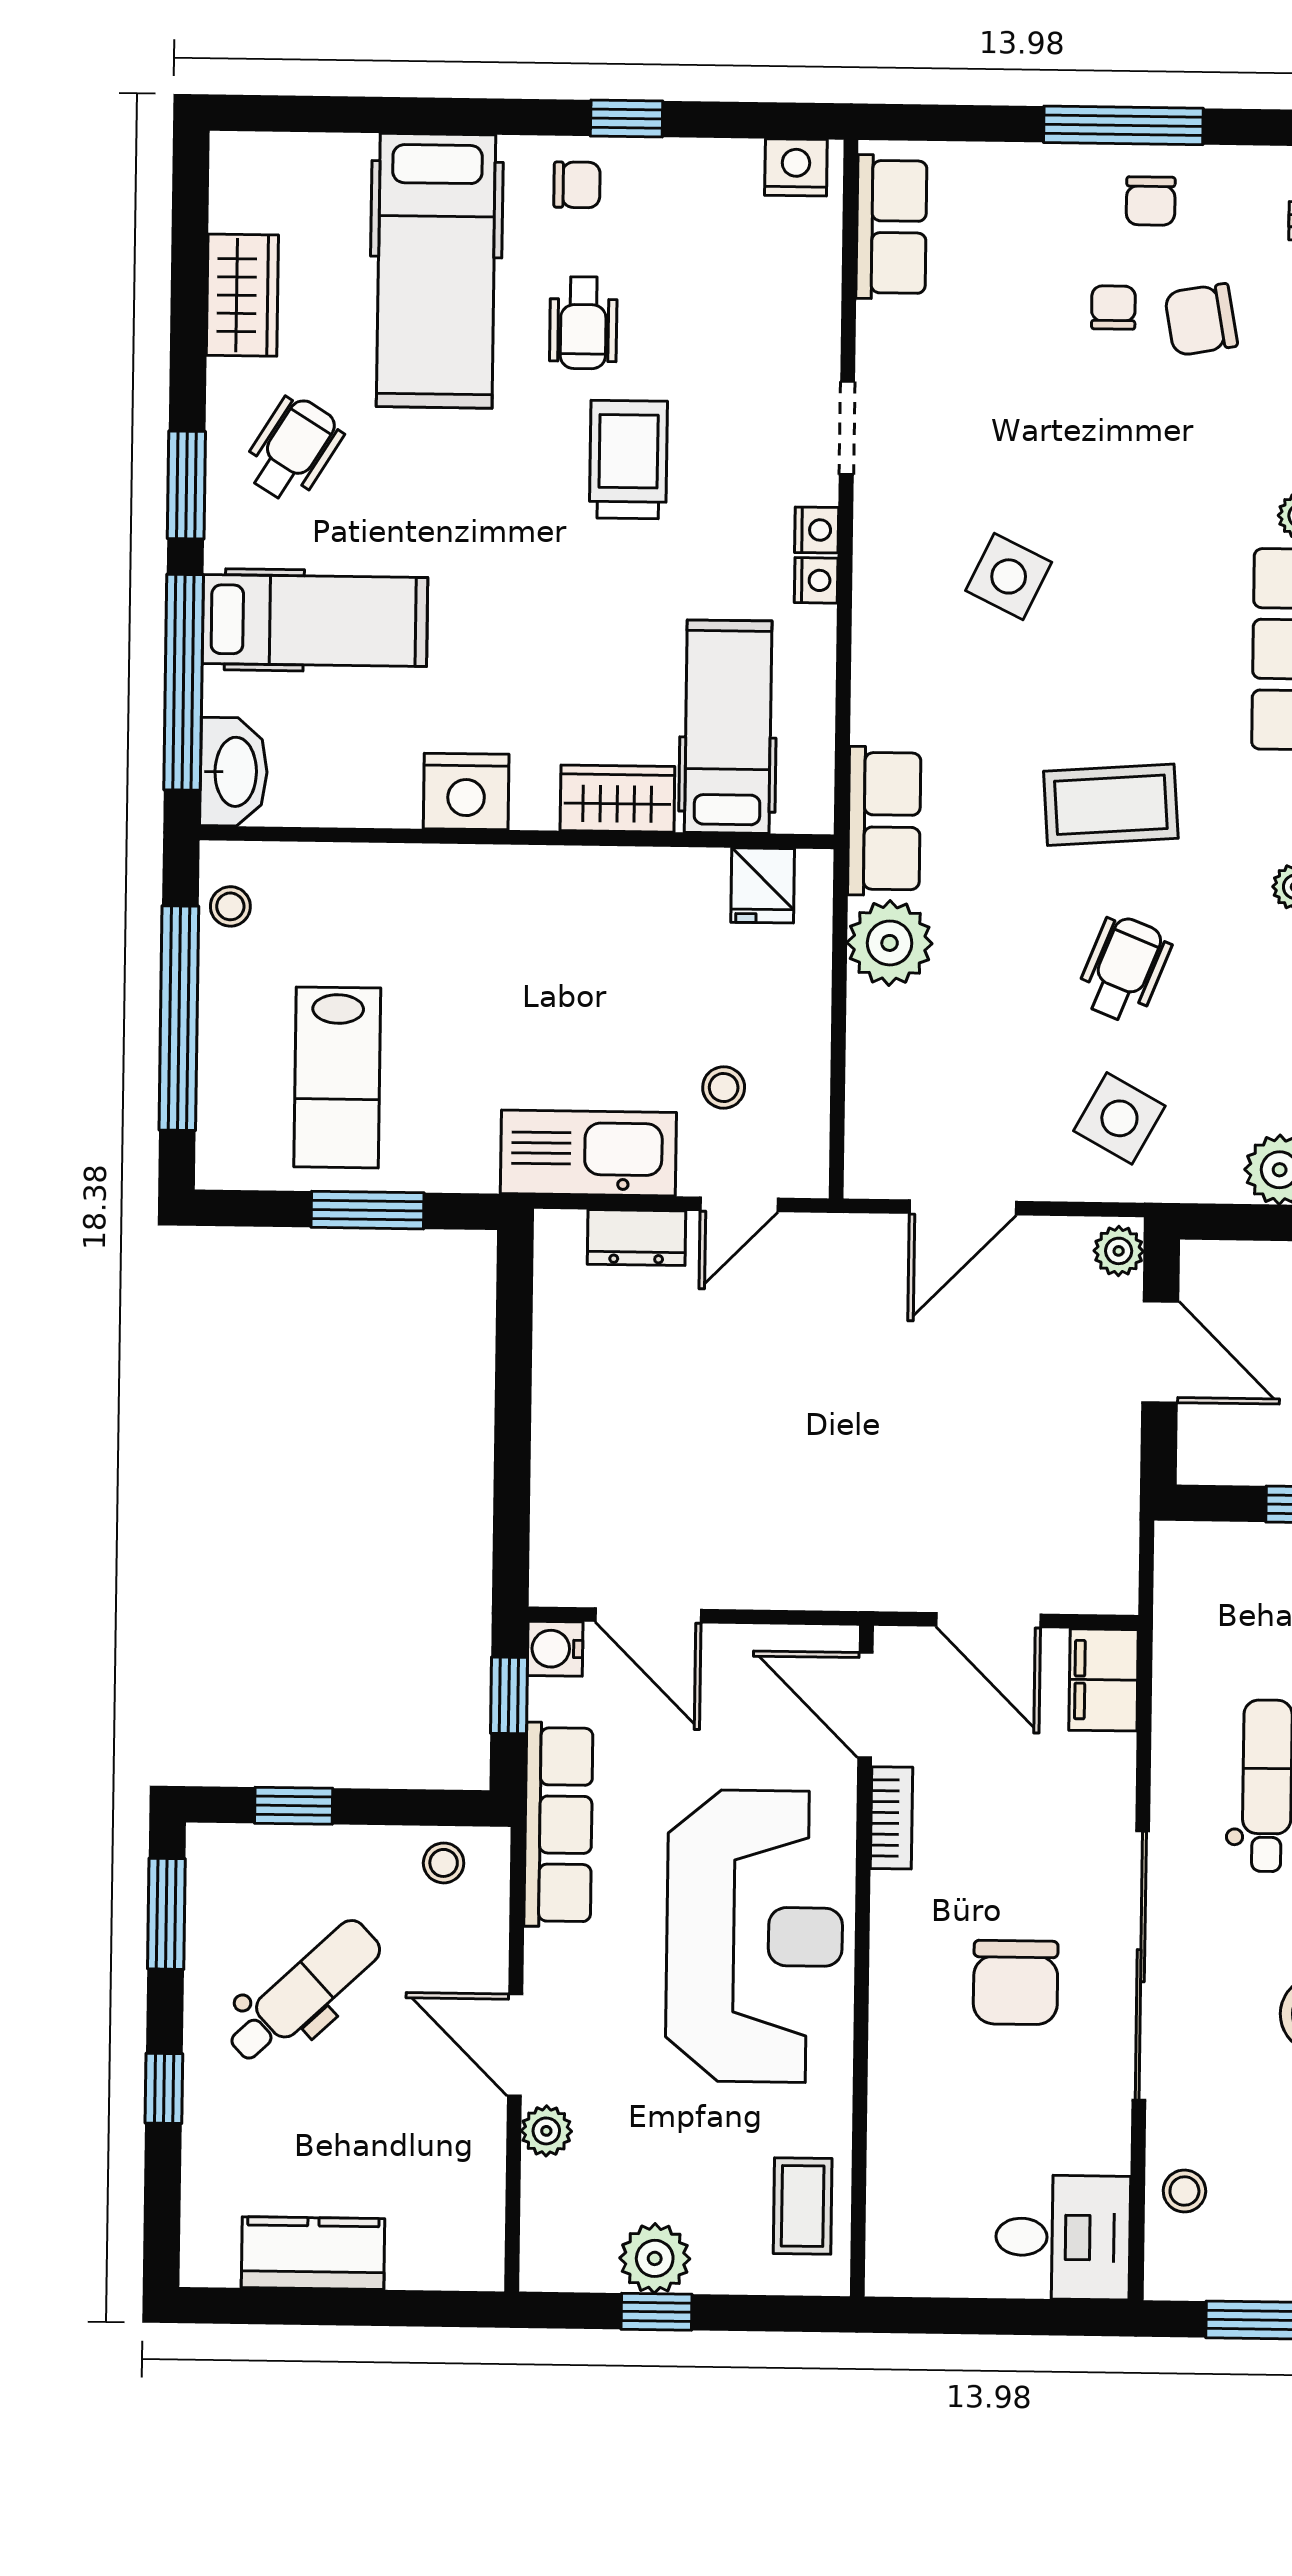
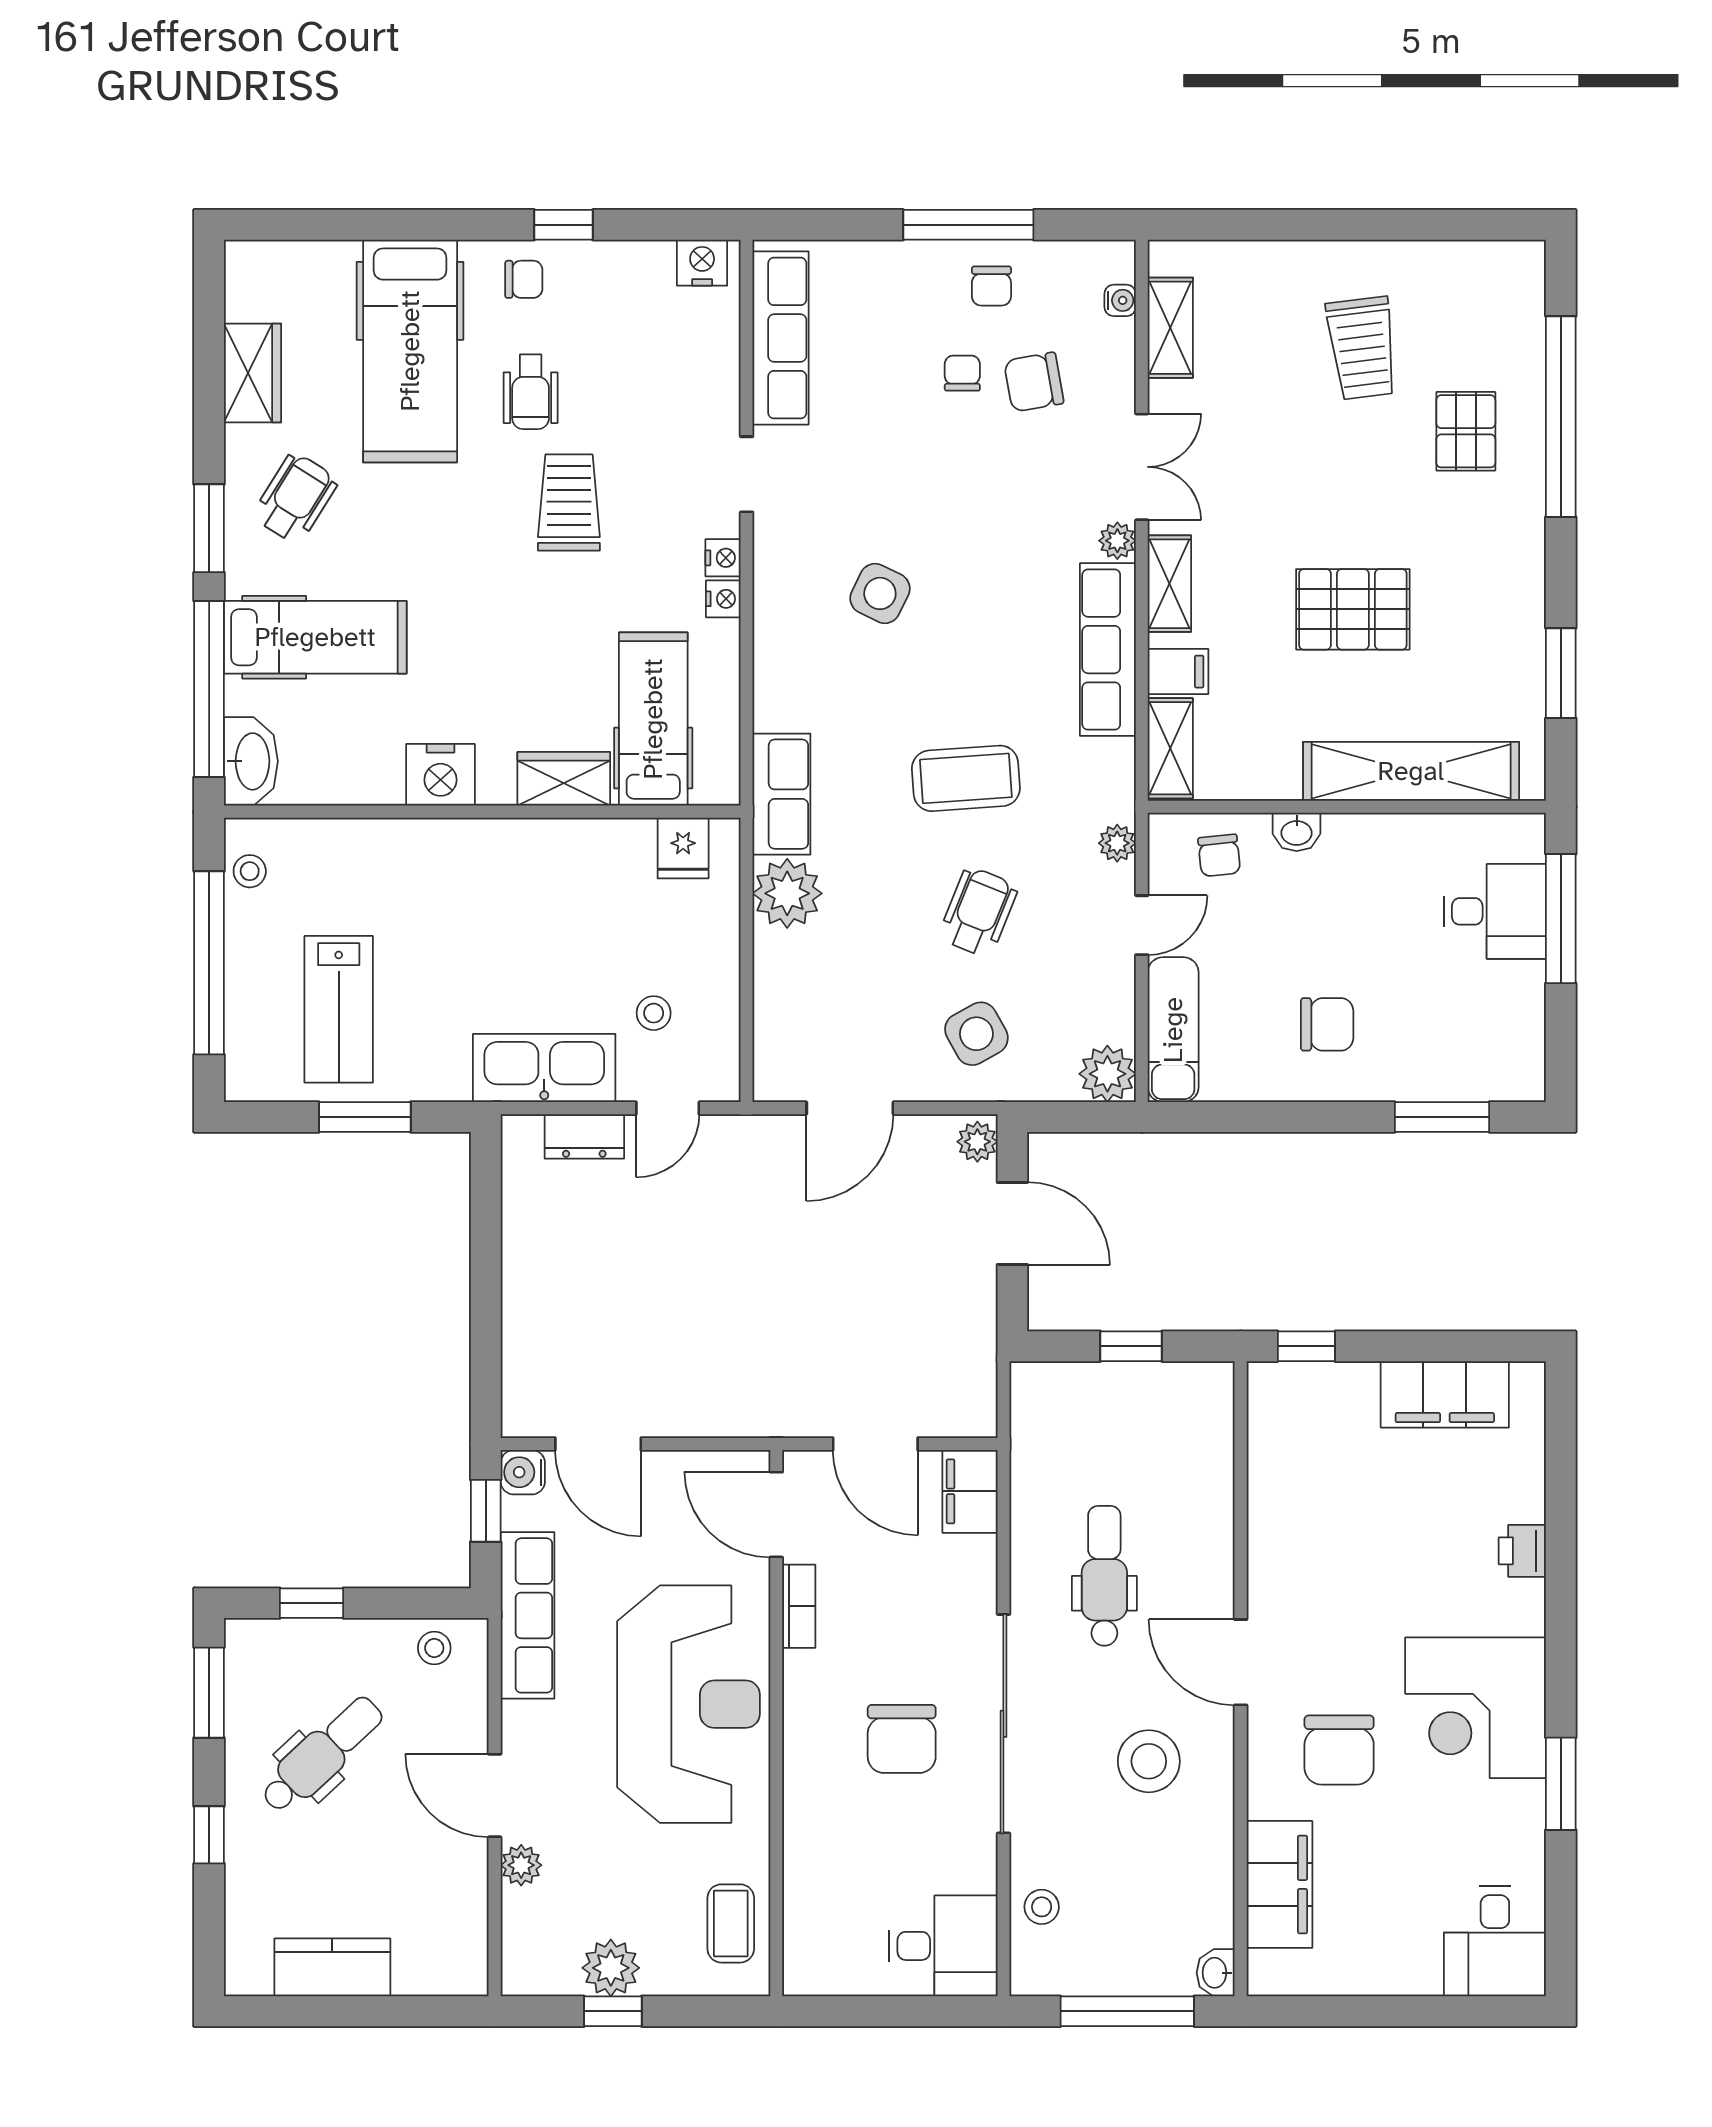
row of seats: (891, 227) -> (781, 338), width x1.48
side table: (1119, 1118) -> (976, 1034), turned 32

